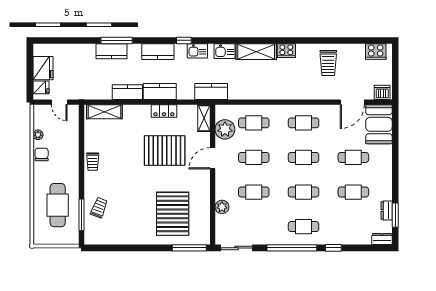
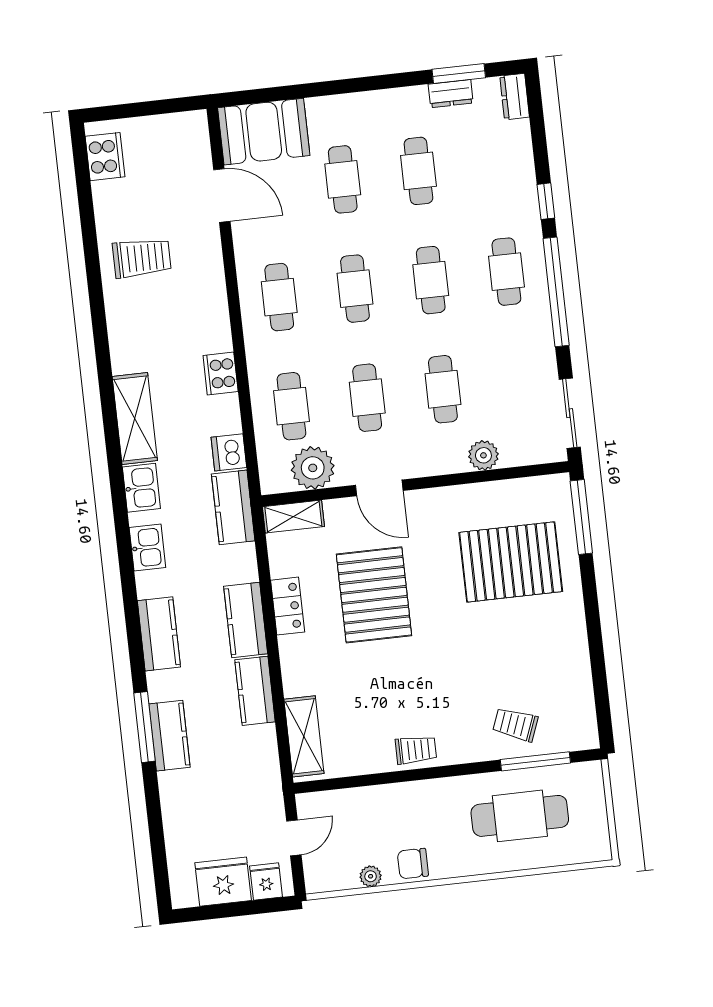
window: (184, 40) -> (128, 579), removed
cooker: (286, 51) -> (221, 374), moved, turned 180
dishwasher: (382, 92) -> (229, 452), moved

